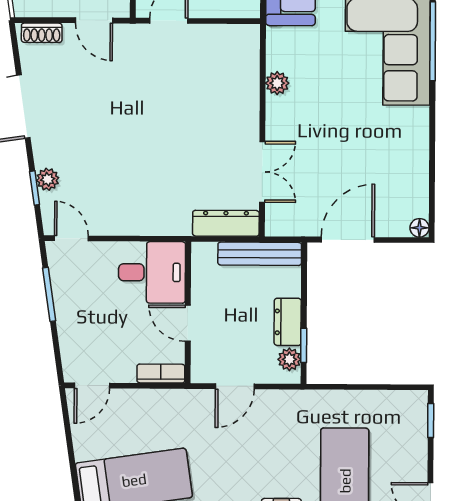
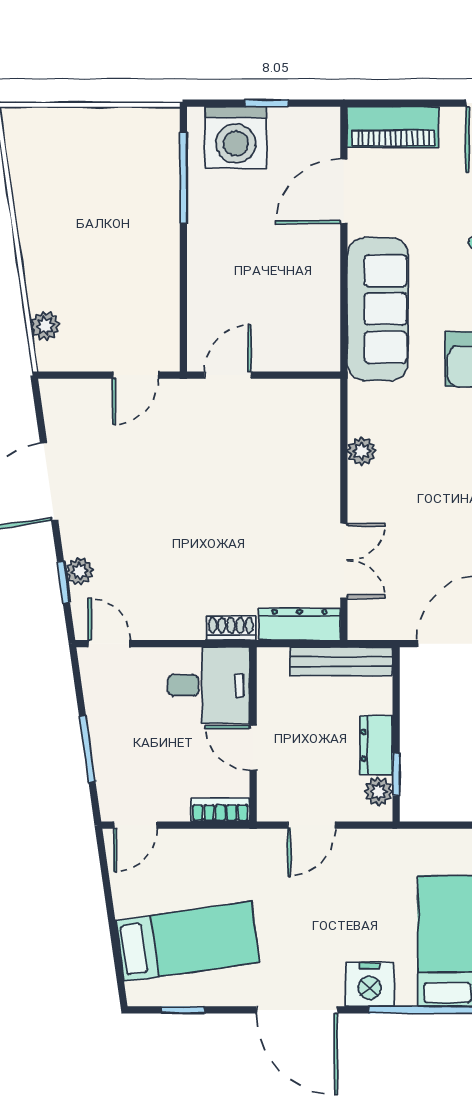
door: (94, 20) -> (136, 375), hinge flipped
shoe rack: (42, 33) -> (231, 628), moved, turned 180
window: (49, 294) -> (87, 749), moved

